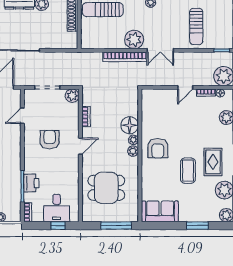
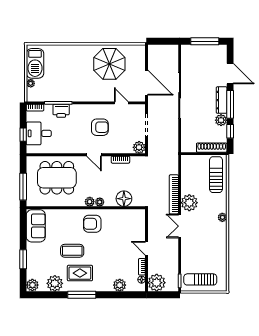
sun lounger: (196, 26) -> (200, 279), moved
floor lamp: (130, 125) -> (124, 199), moved
dining table: (106, 188) -> (57, 178), width x1.38

